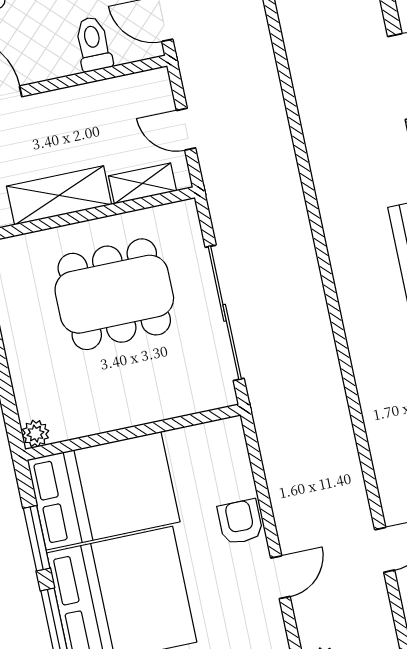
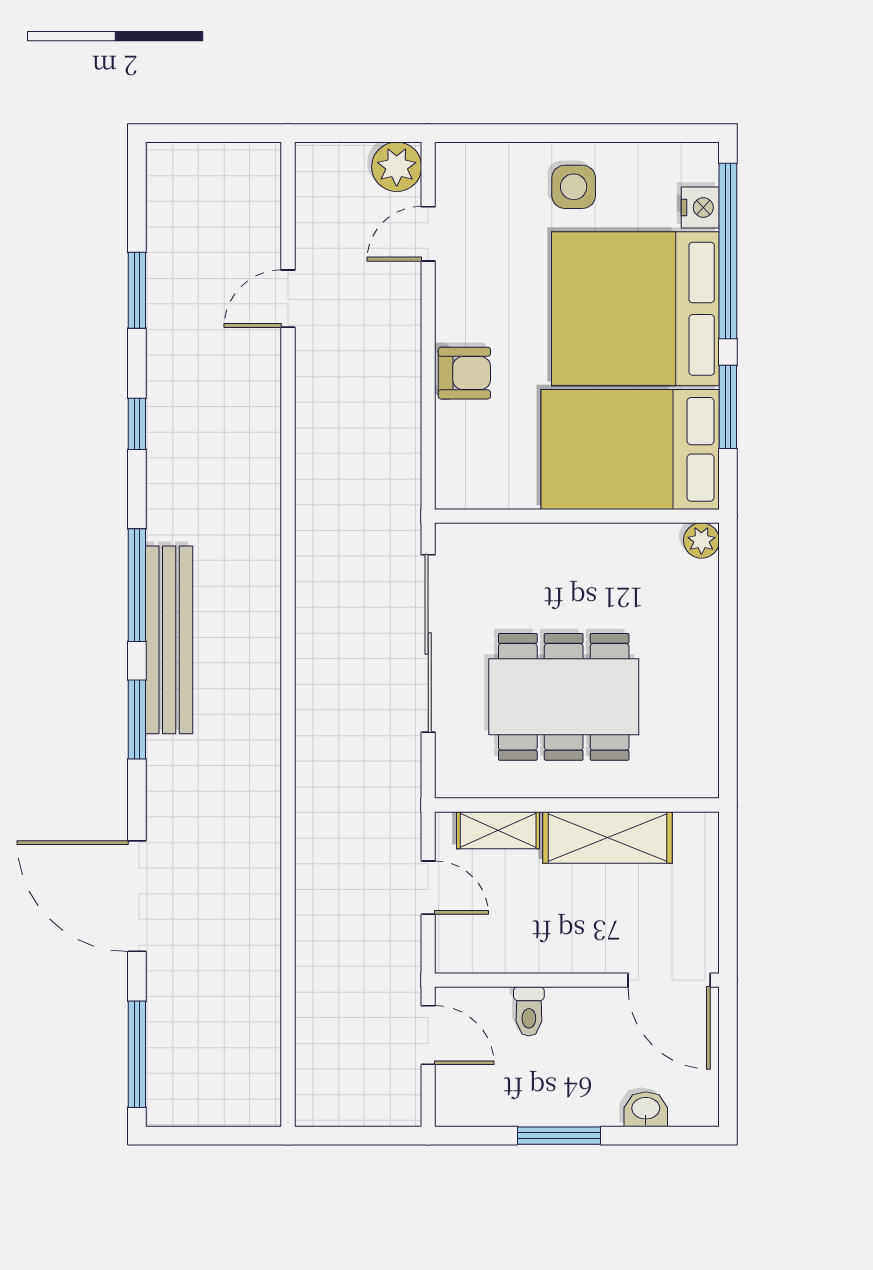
toilet: (93, 44) -> (529, 1011), width x0.73, depth x0.72
armchair: (240, 522) -> (464, 373), turned -90
door: (280, 577) -> (428, 234), moved

